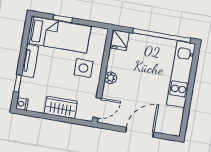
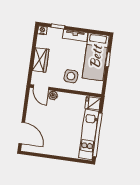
kitchen unit: (181, 74) -> (89, 134), moved, turned -90
plant: (111, 78) -> (53, 95), moved
door: (140, 132) -> (22, 133), moved

